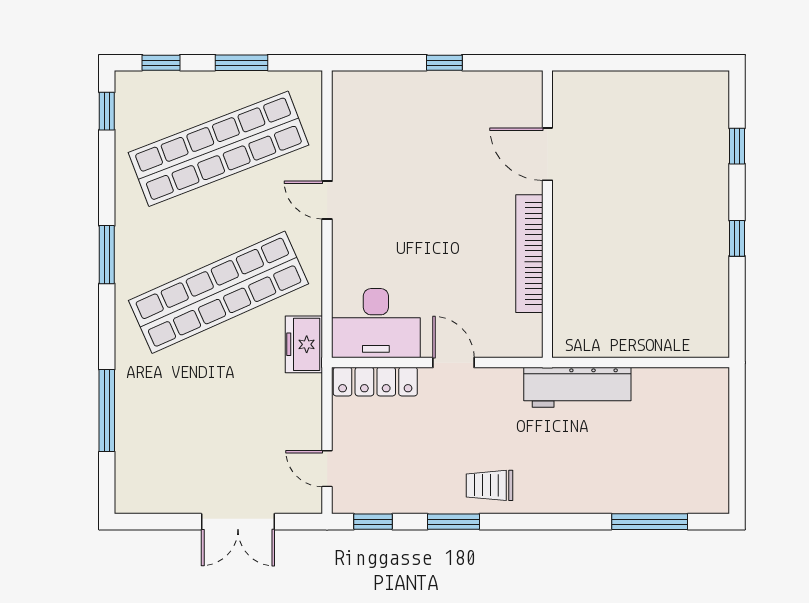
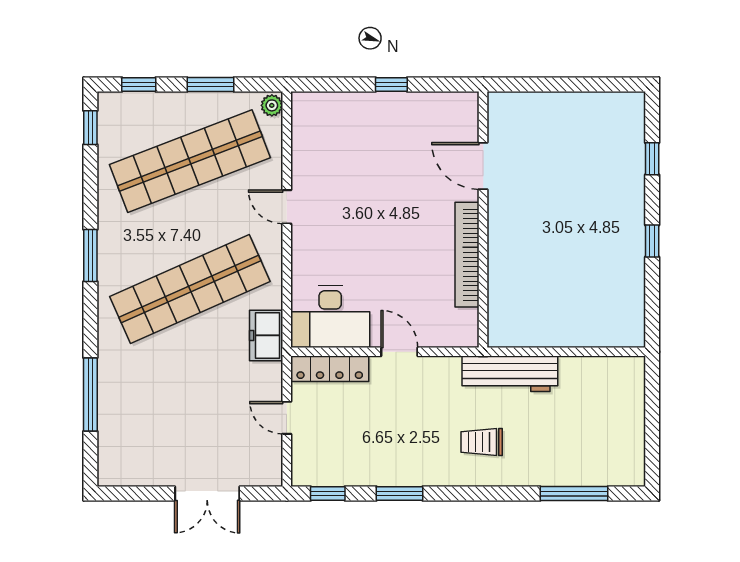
plant: (310, 86) -> (272, 105), added
door: (327, 469) -> (287, 418), moved
trolley: (489, 485) -> (482, 442), moved

